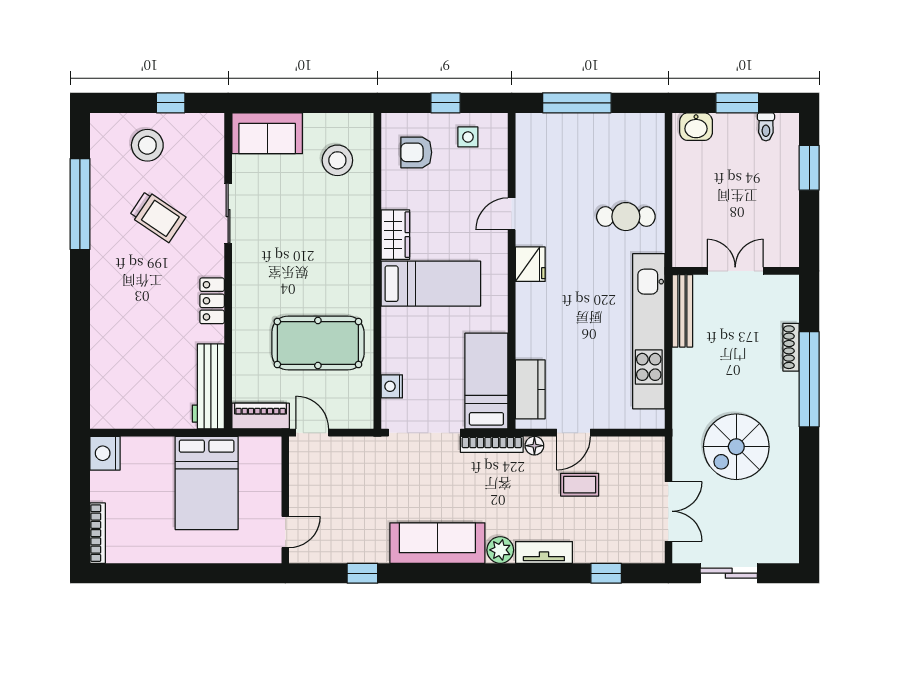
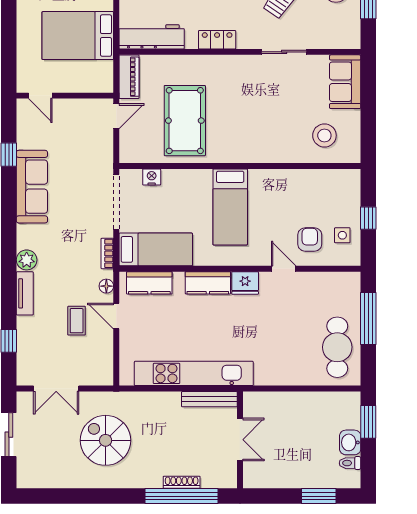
window: (737, 103) -> (368, 422), moved
washbasin: (696, 127) -> (350, 442), moved
armchair: (416, 152) -> (310, 240), moved
cafe table: (626, 217) -> (337, 347), moved, width x1.37, depth x1.35
wardrobe: (395, 235) -> (268, 180), removed
kitchen counter: (530, 313) -> (208, 283), added
window: (809, 379) -> (182, 496), moved
bookcase: (492, 444) -> (107, 253), width x0.64
sofa: (437, 543) -> (32, 187), moved

